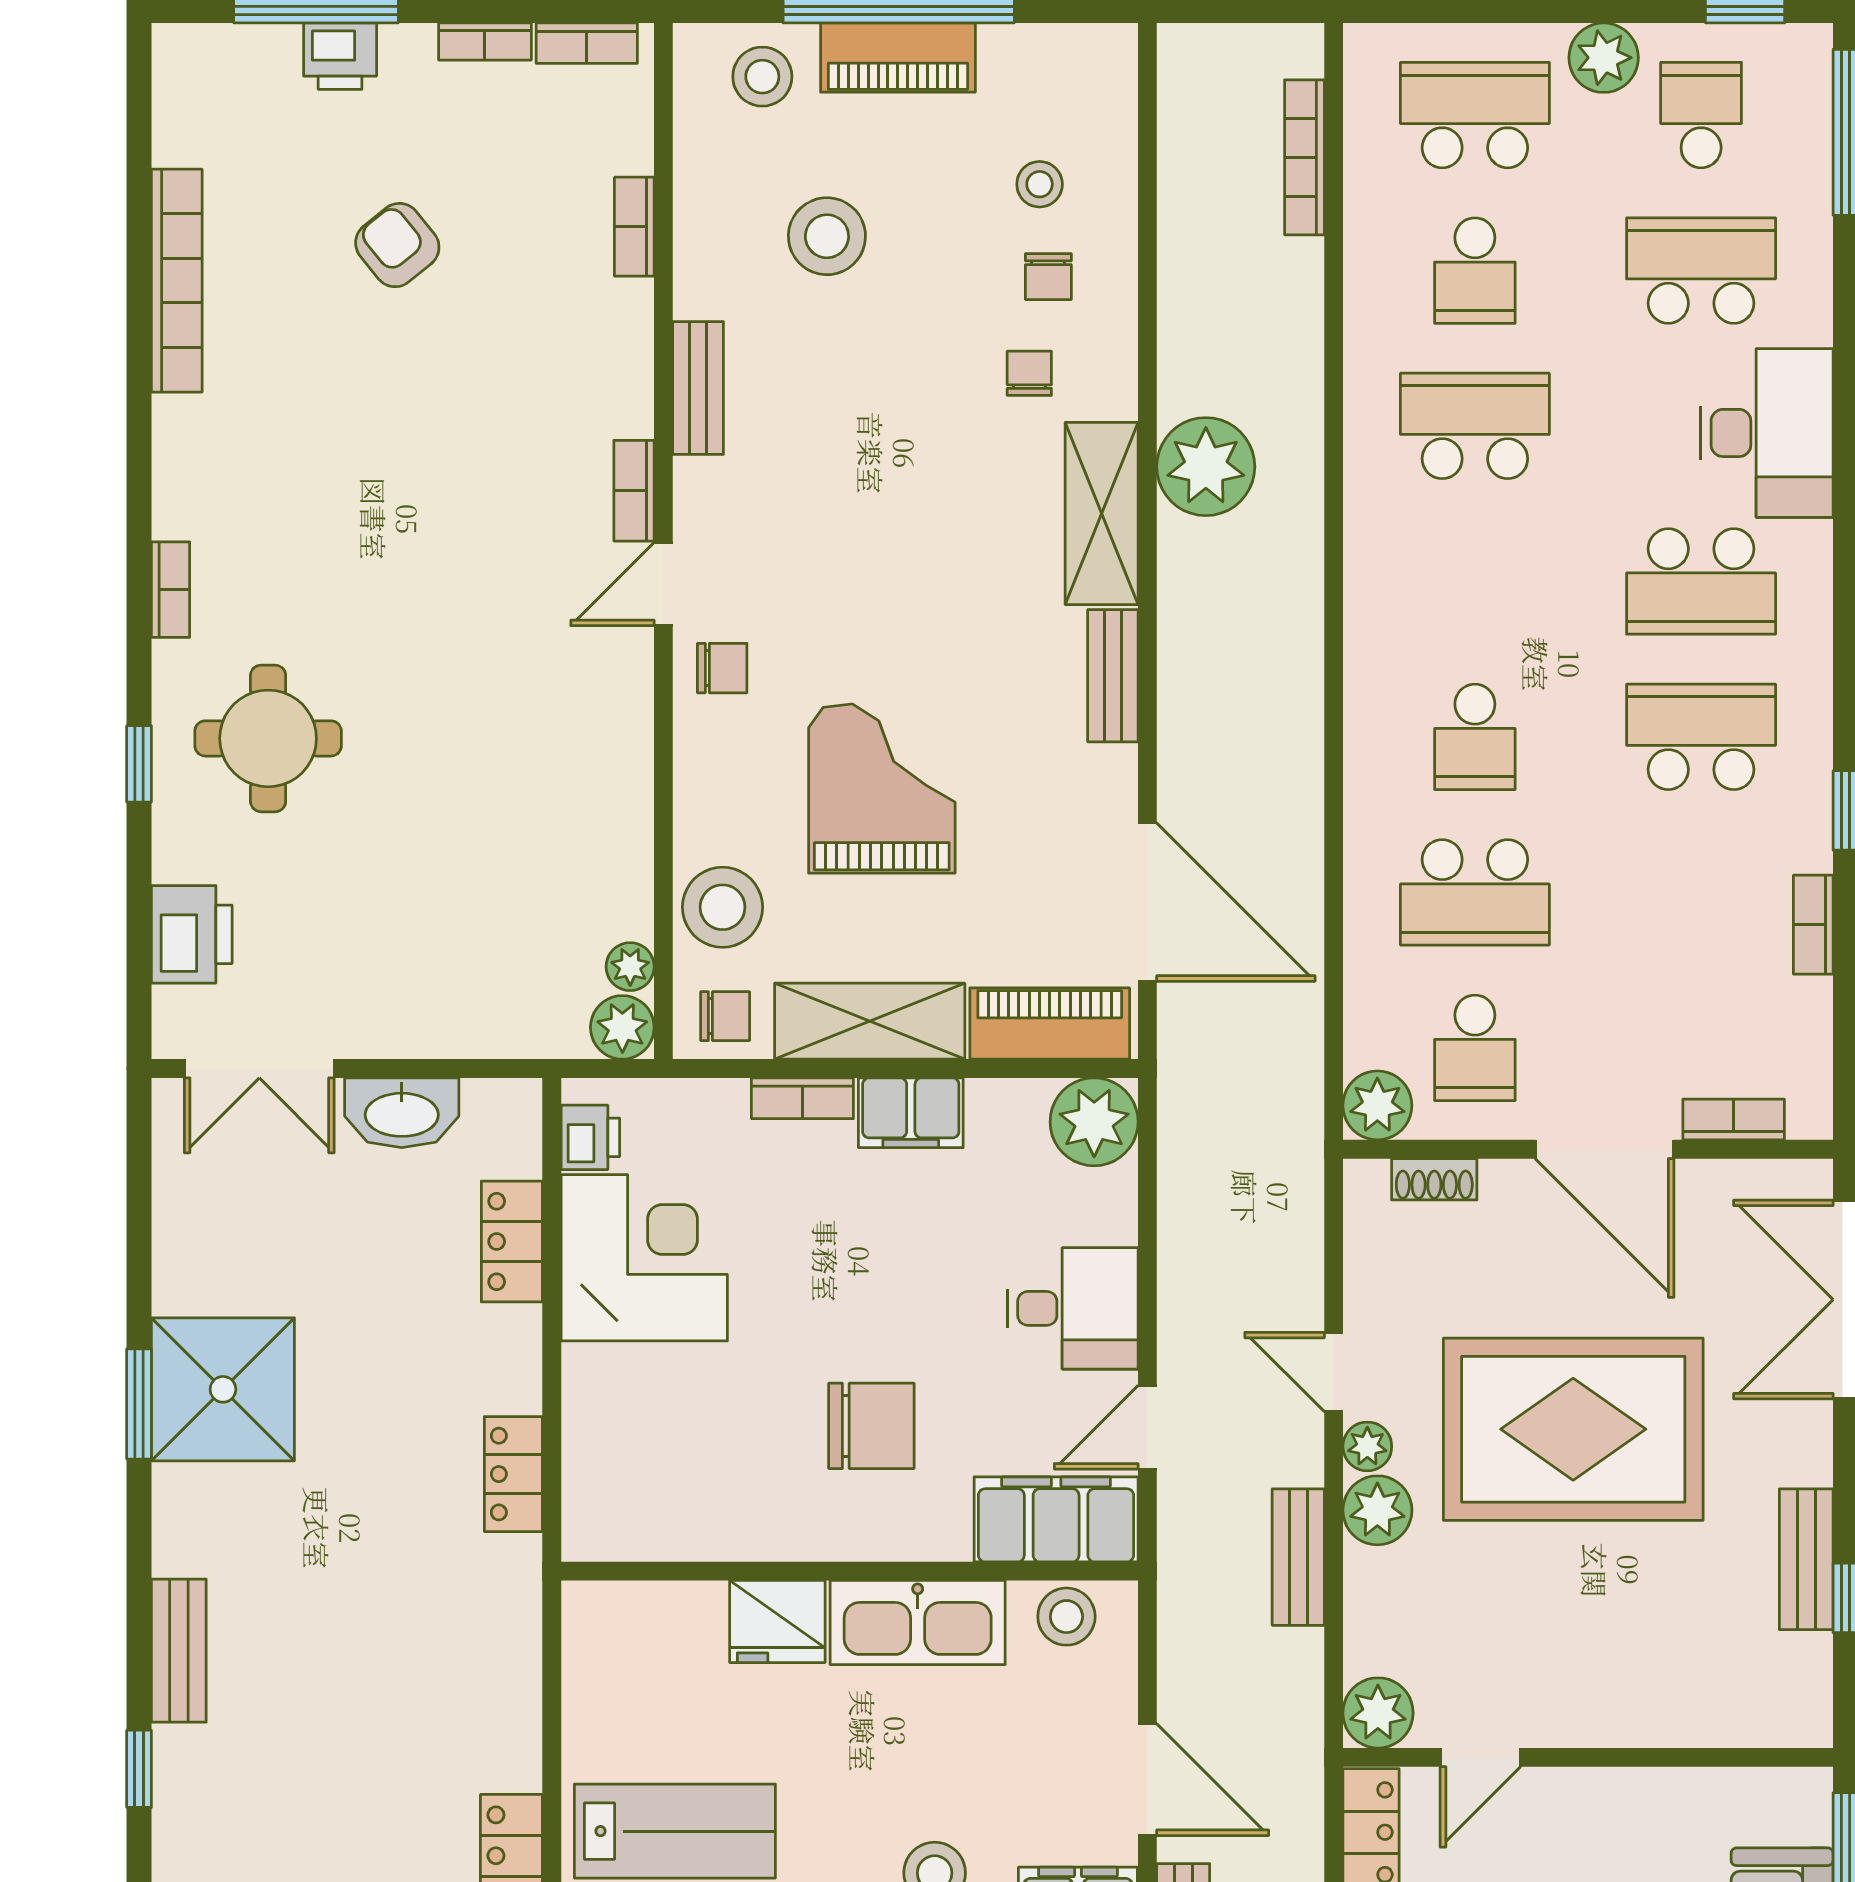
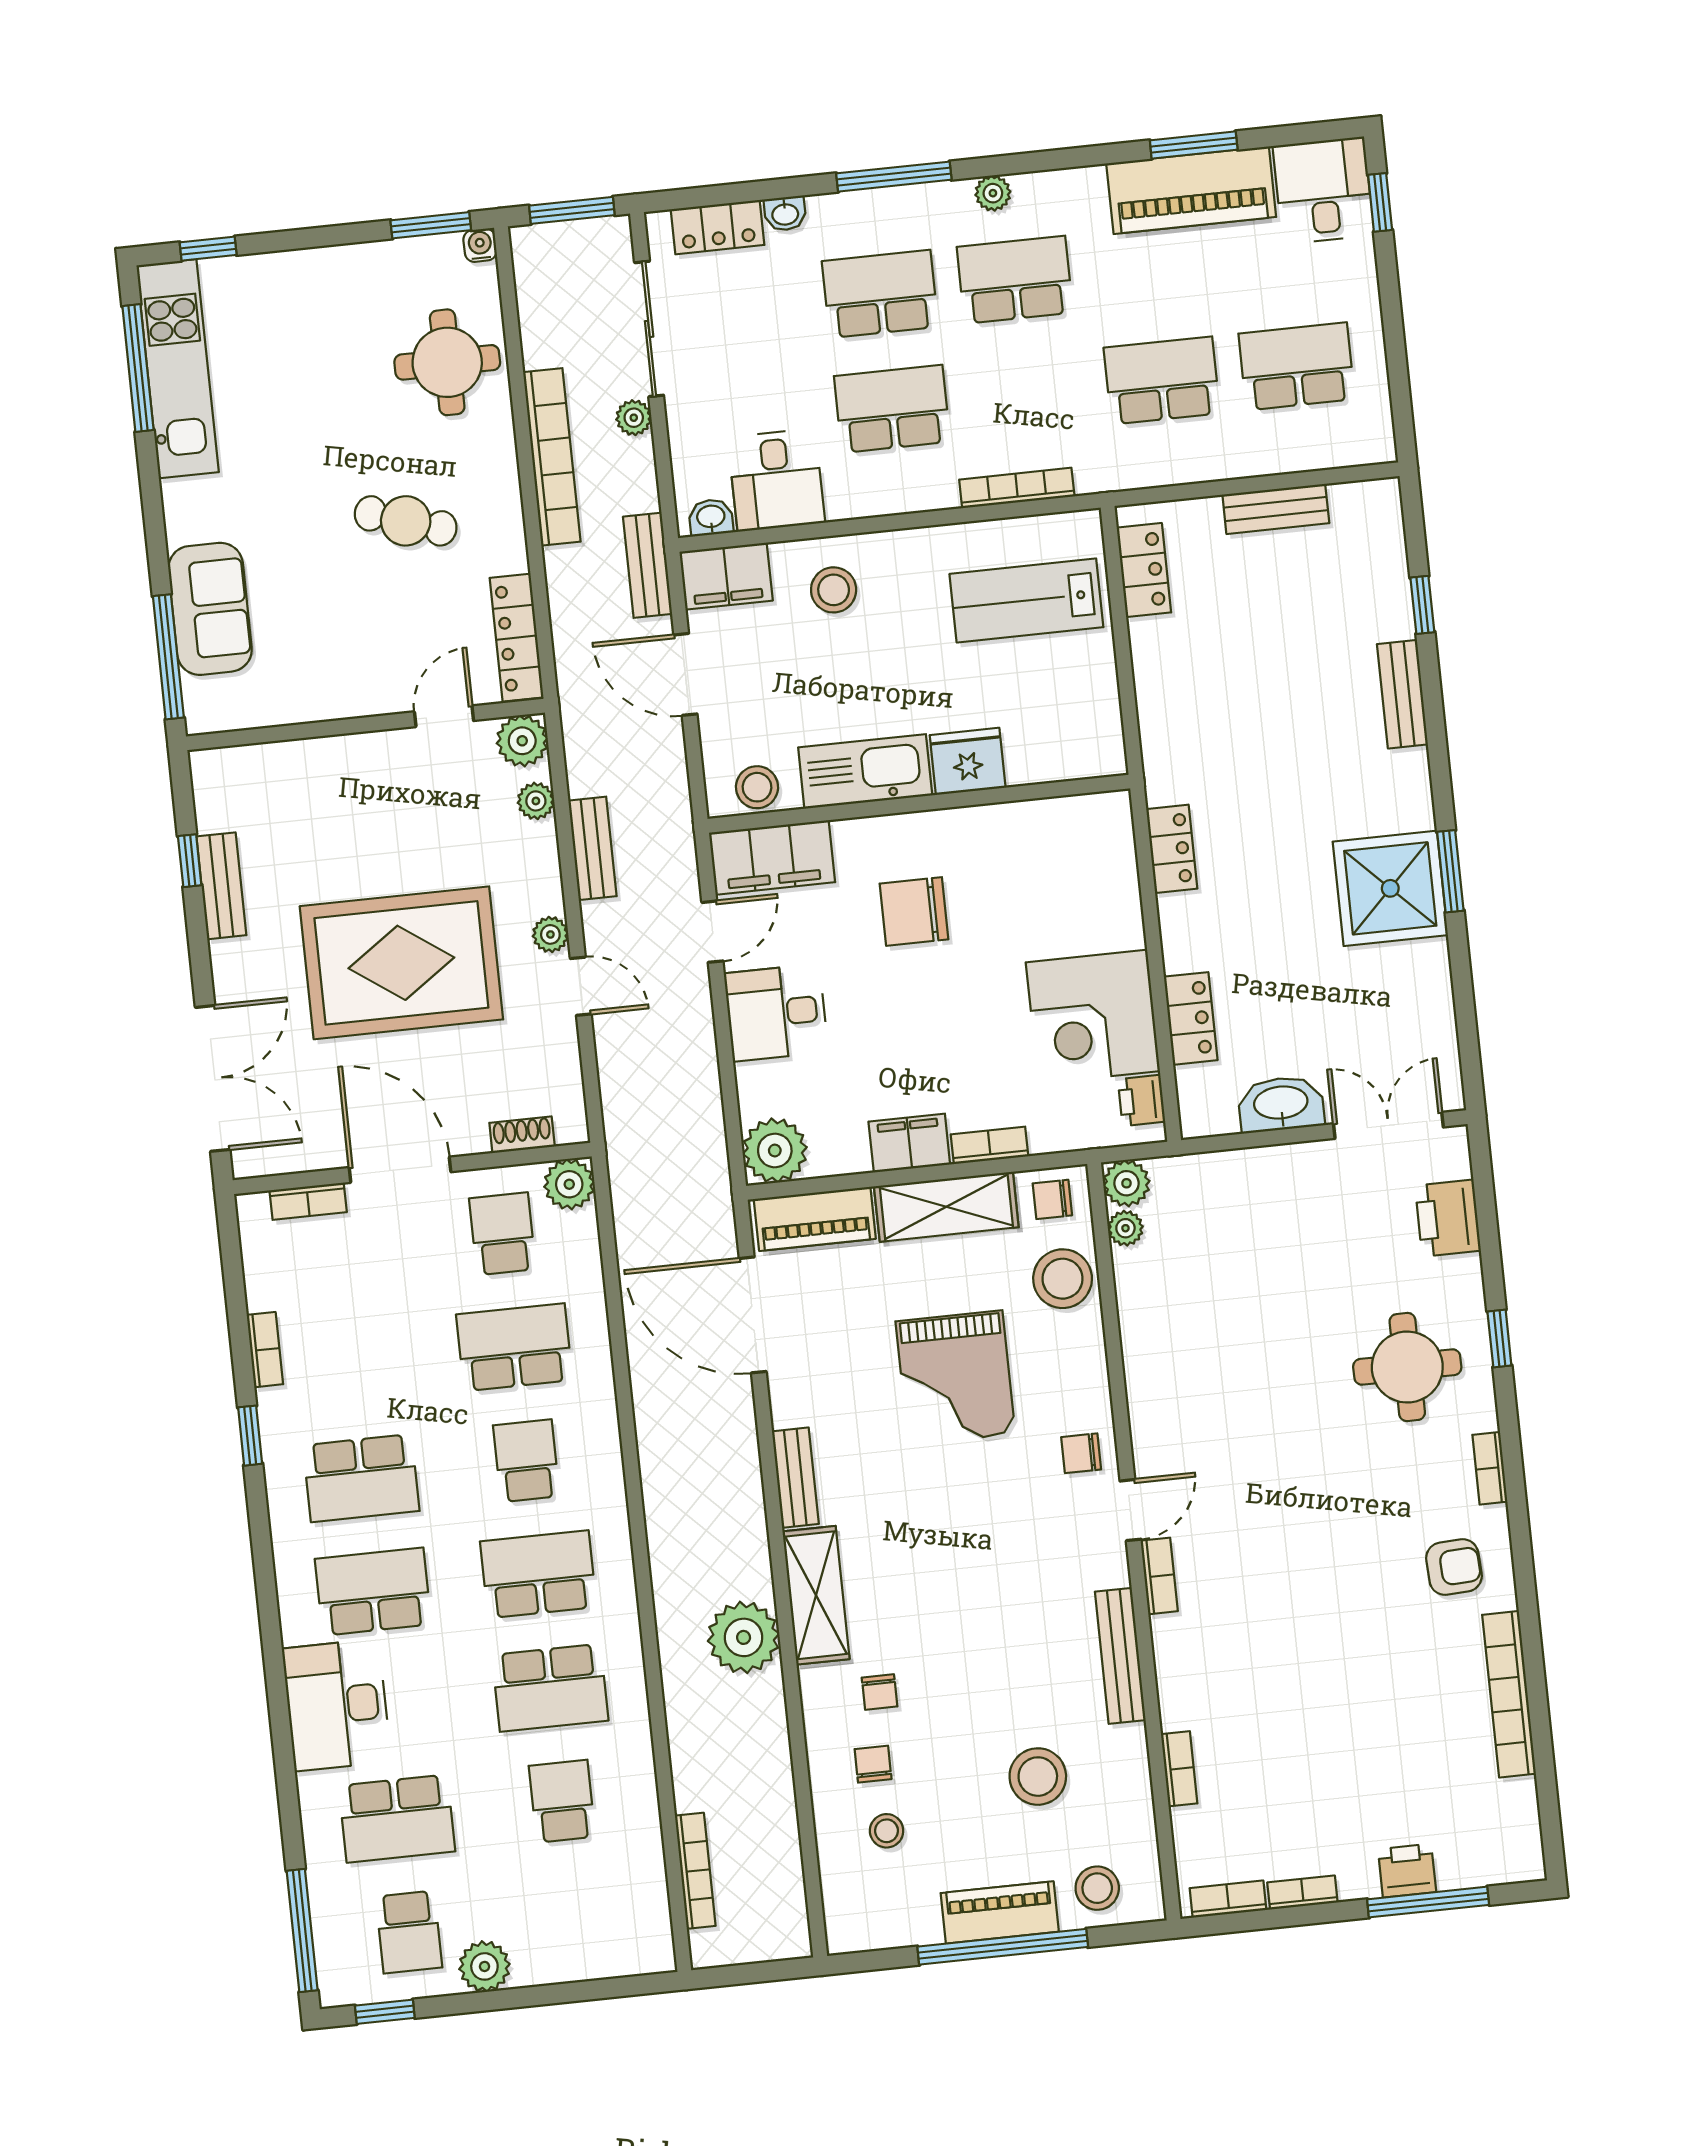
school desk: (1475, 115) -> (538, 1574), moved, turned 180
armchair: (397, 245) -> (1454, 1567), moved, turned -54
bench: (698, 388) -> (1120, 1656), width x1.36
plant: (1377, 1510) -> (536, 801), moved, width x0.73, depth x0.73

